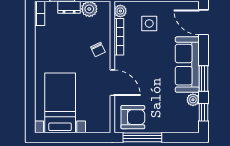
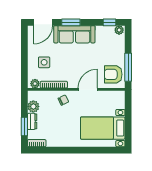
window: (203, 78) -> (71, 22), moved
plant: (193, 100) -> (119, 30), moved
armchair: (133, 117) -> (113, 74), turned -90

